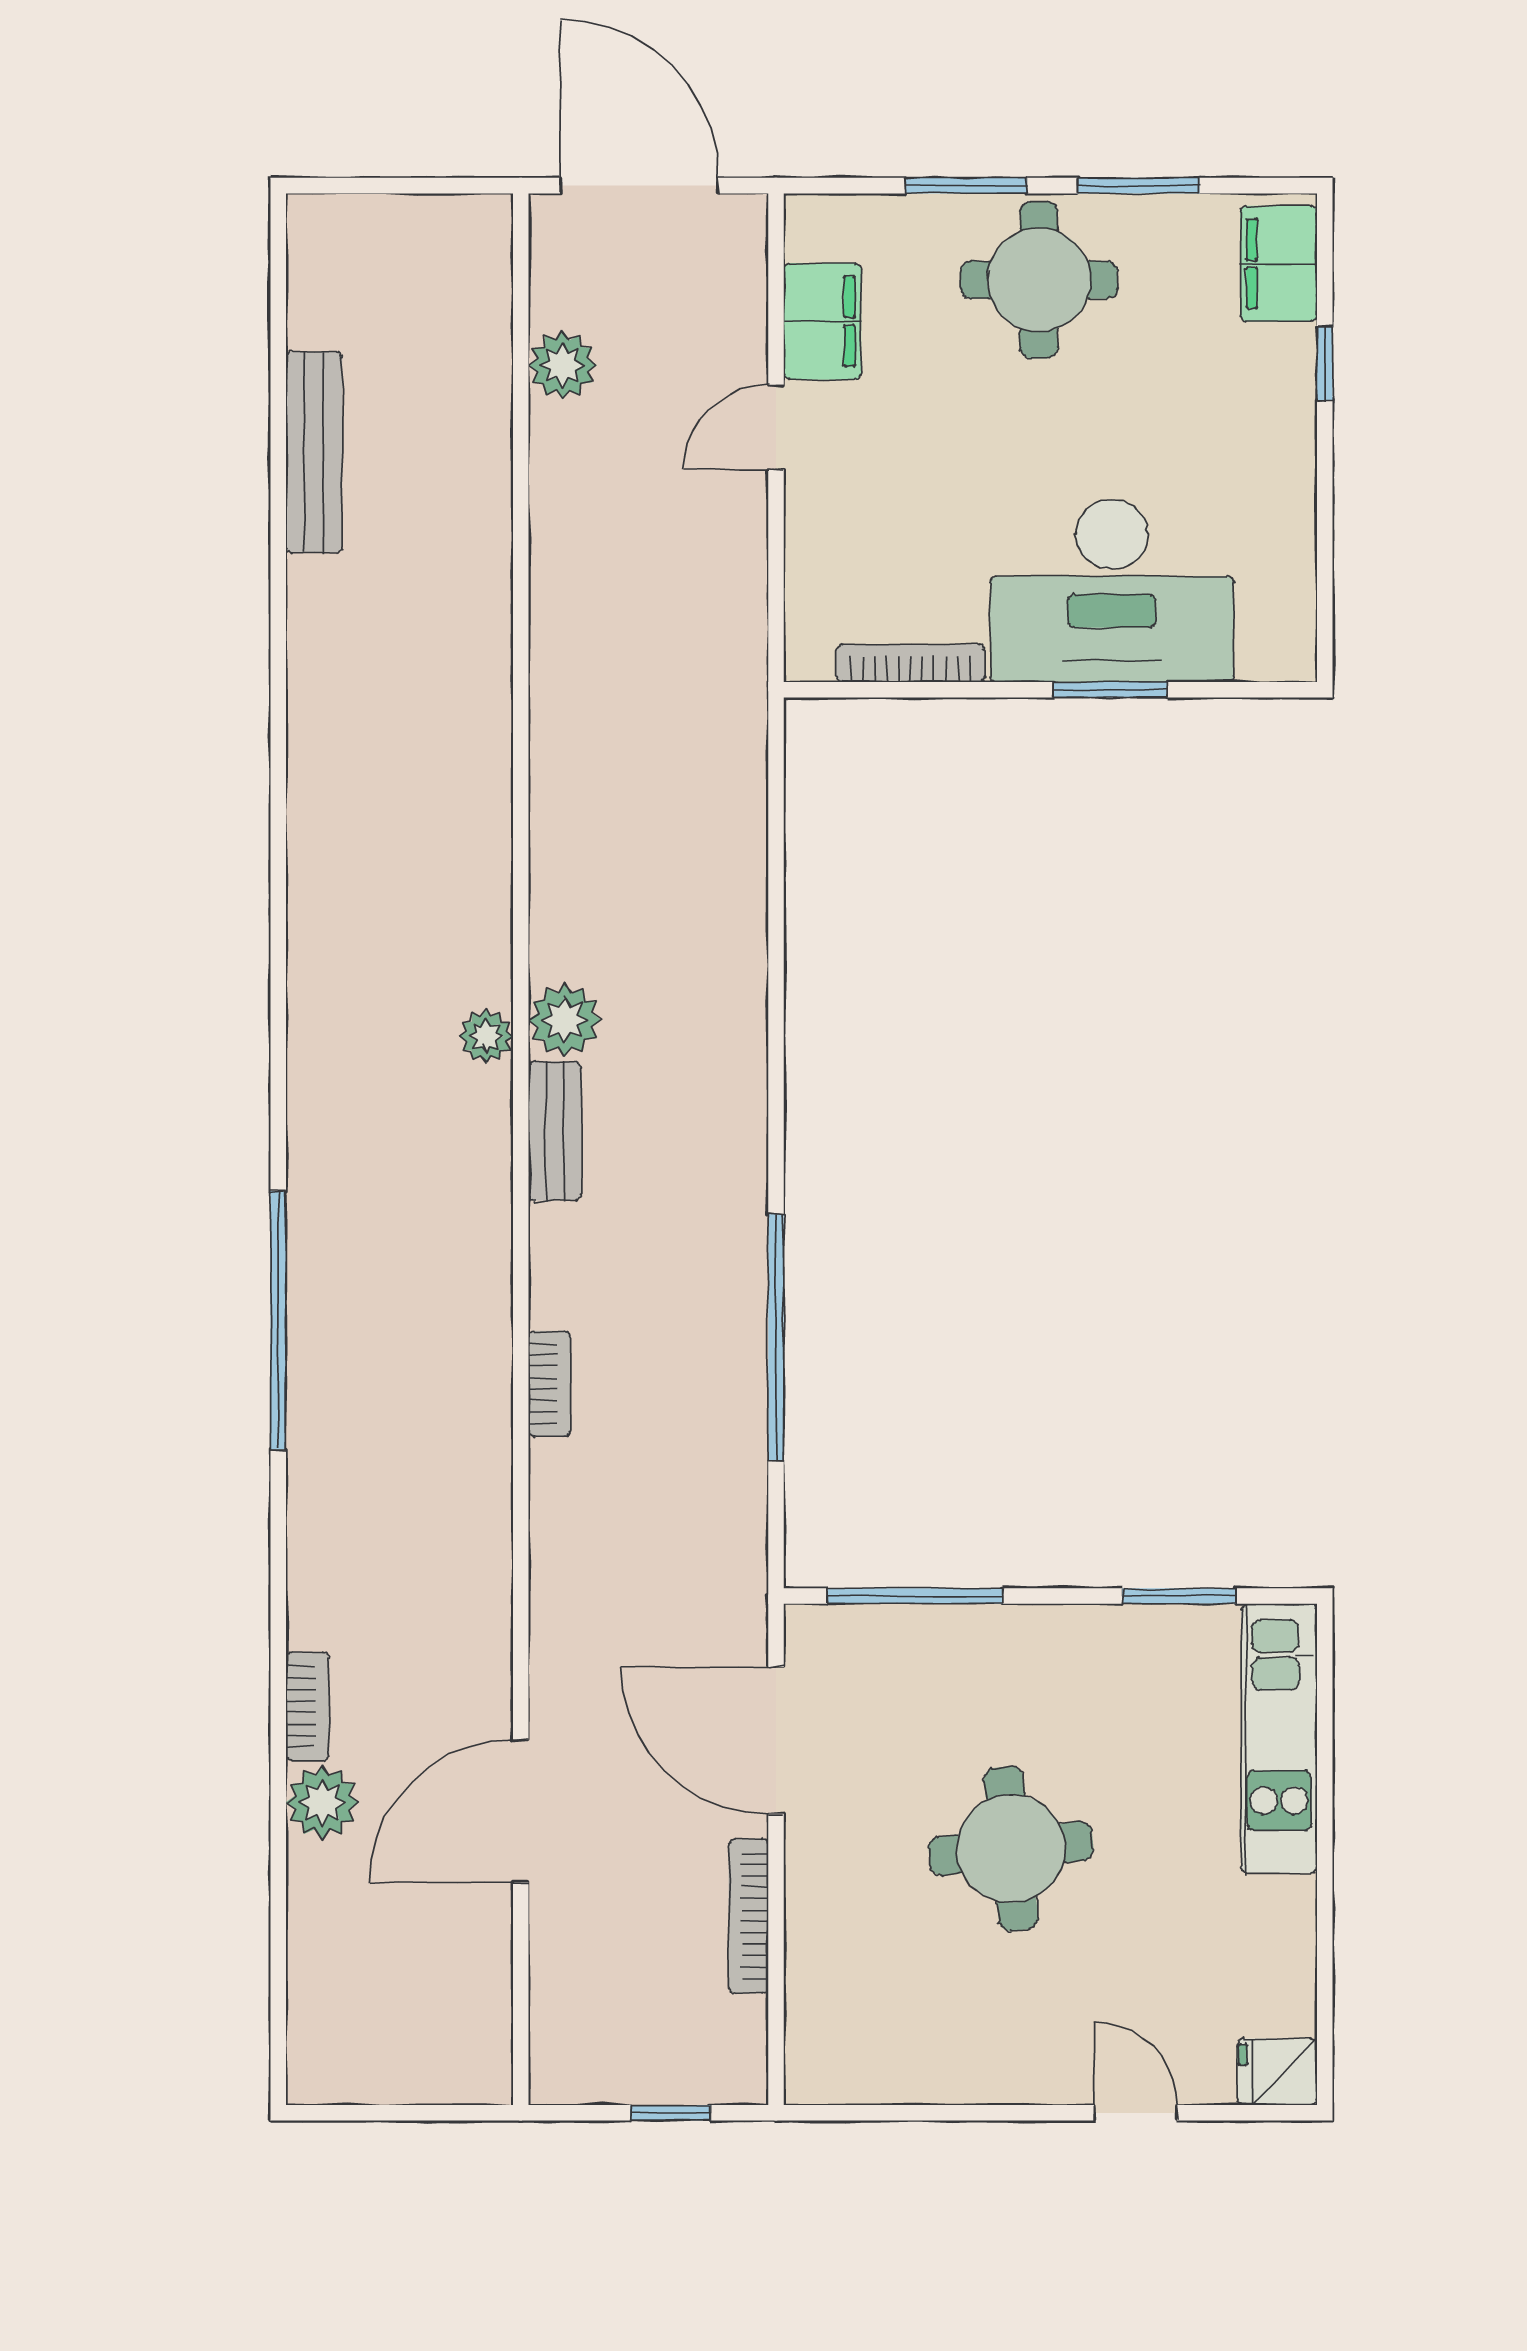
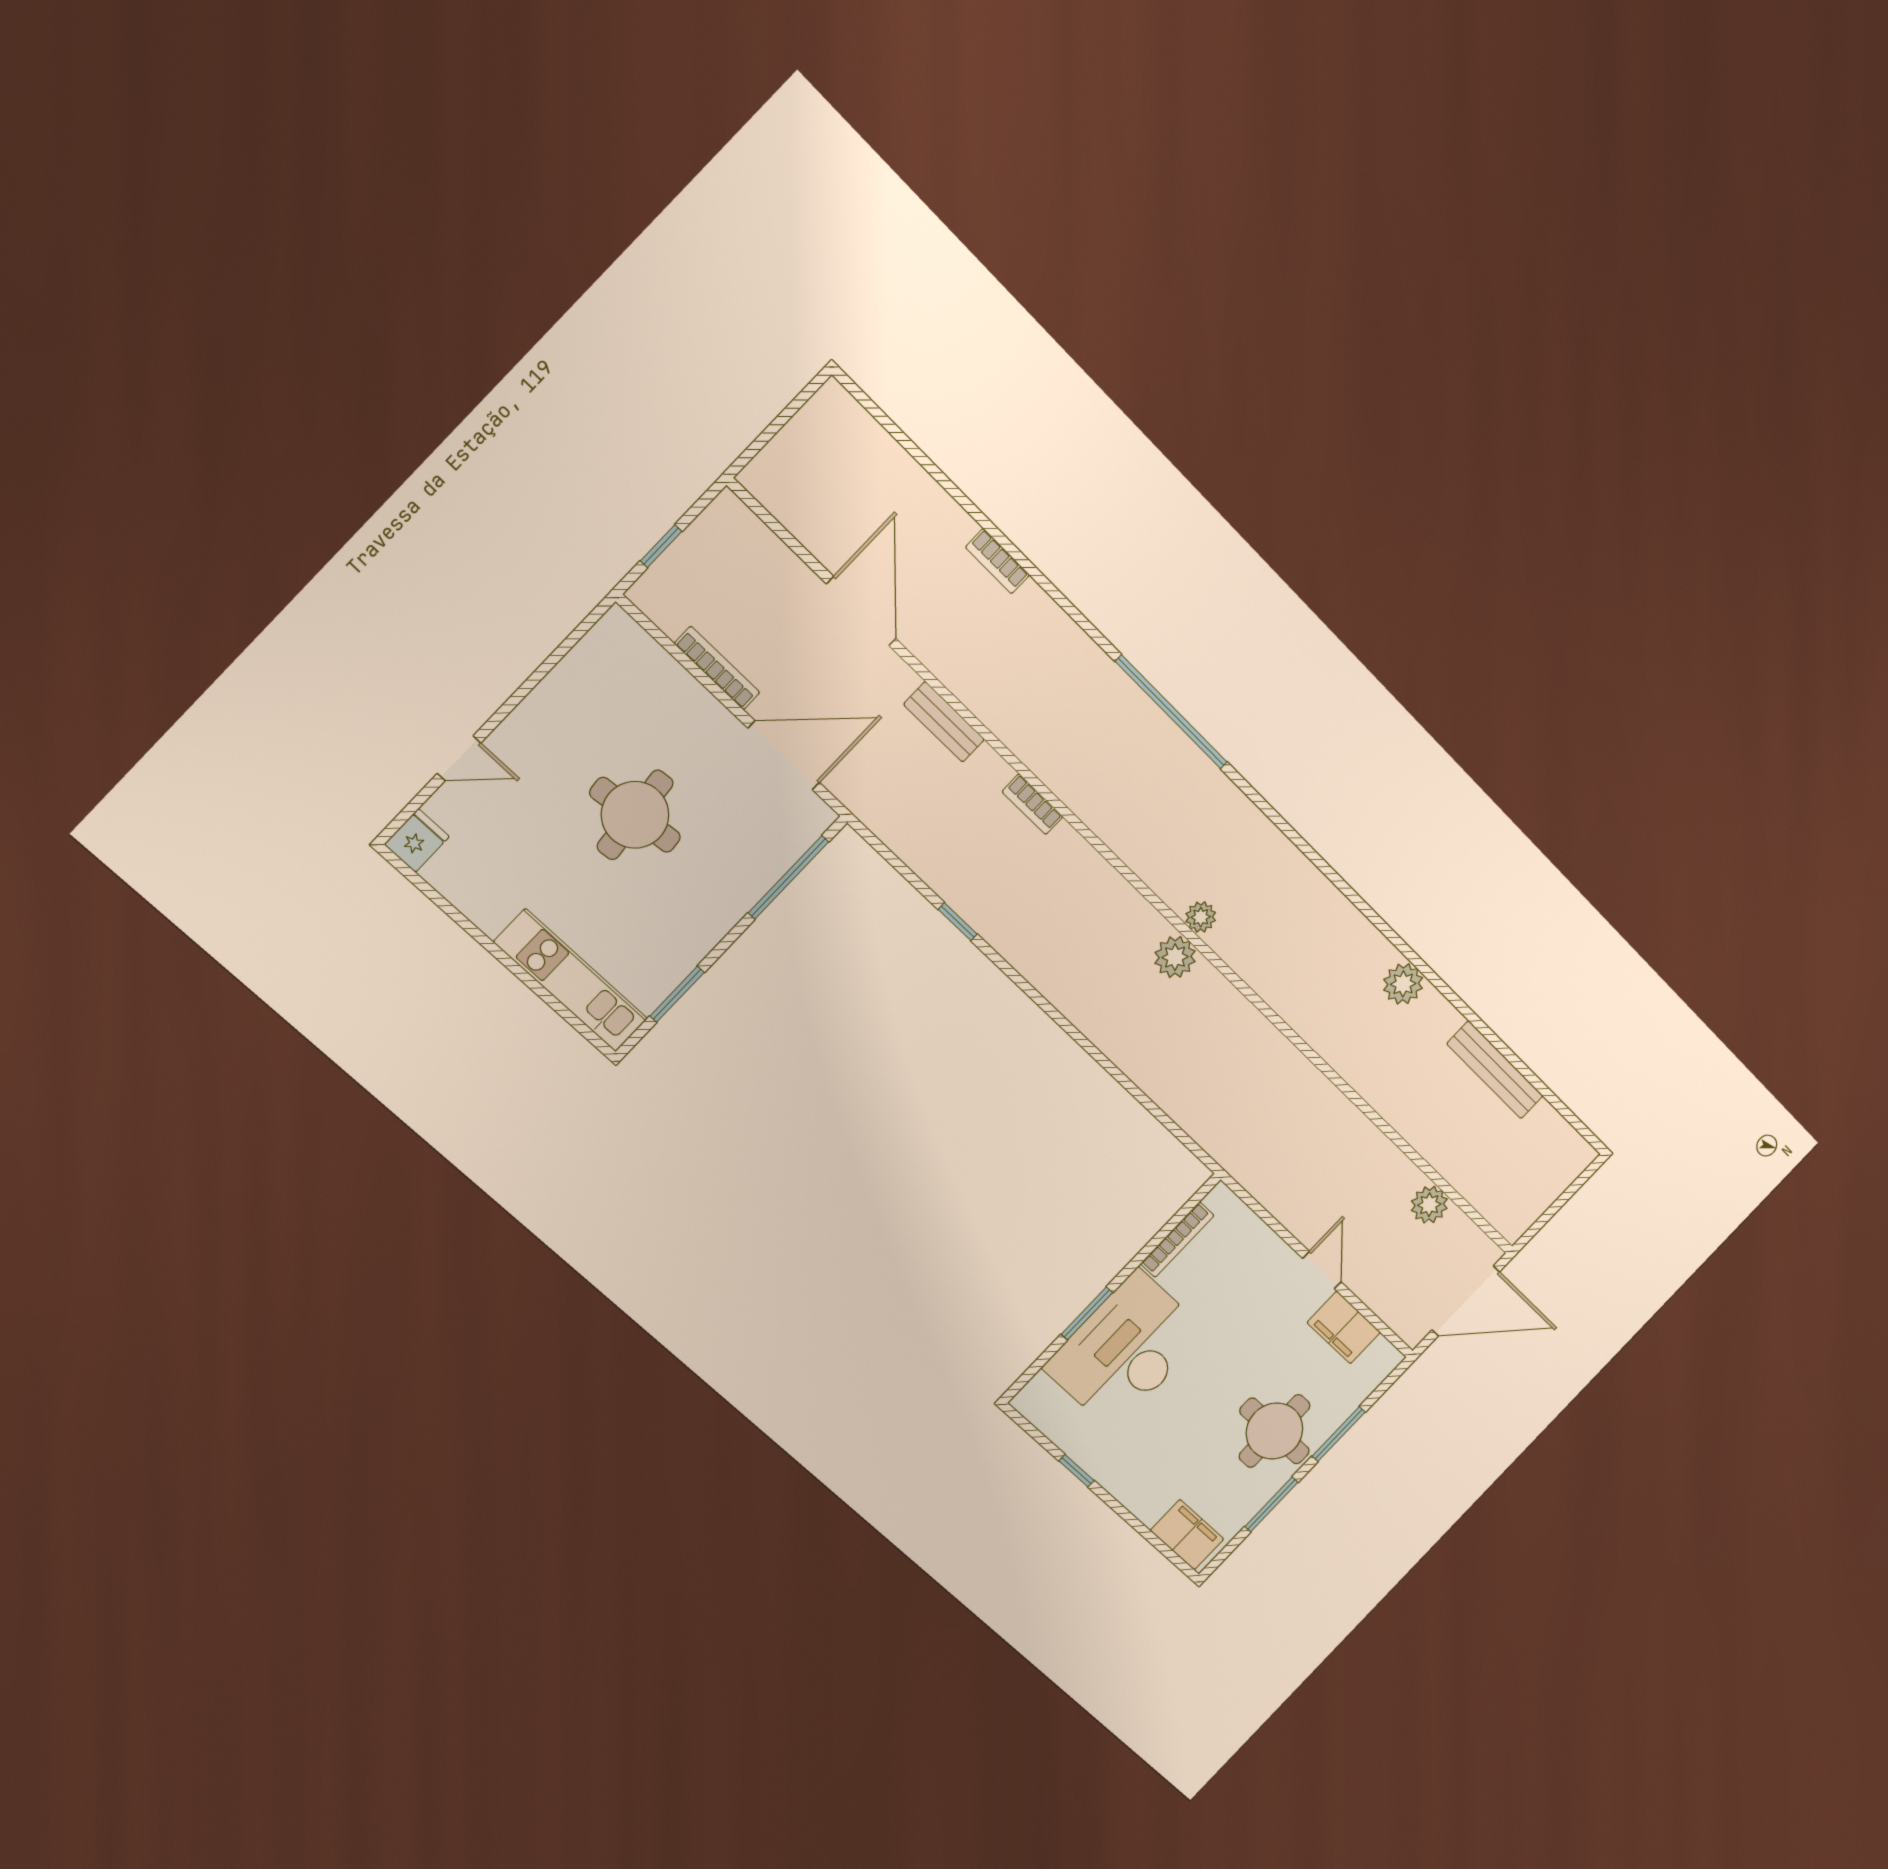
window: (1325, 363) -> (1076, 1471), moved
bench: (555, 1131) -> (944, 722), moved
window: (776, 1337) -> (958, 922), width x0.32
plant: (322, 1802) -> (1403, 984), moved

